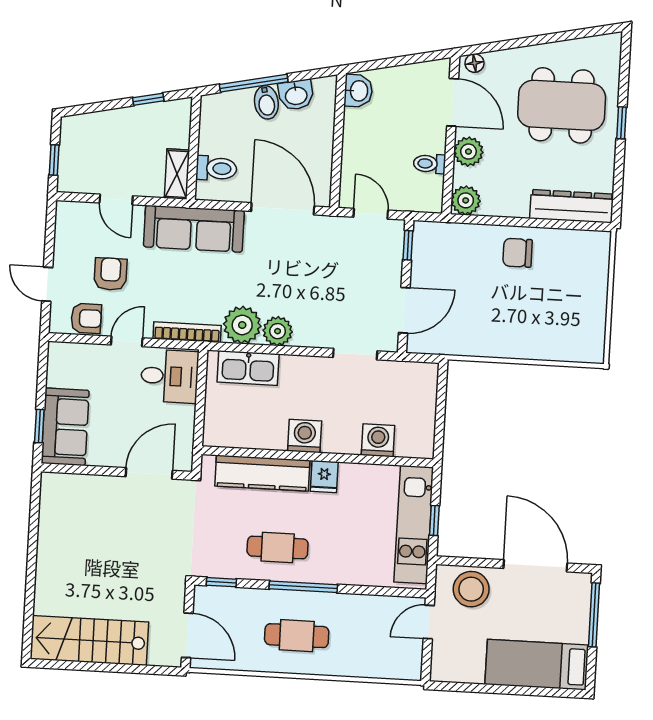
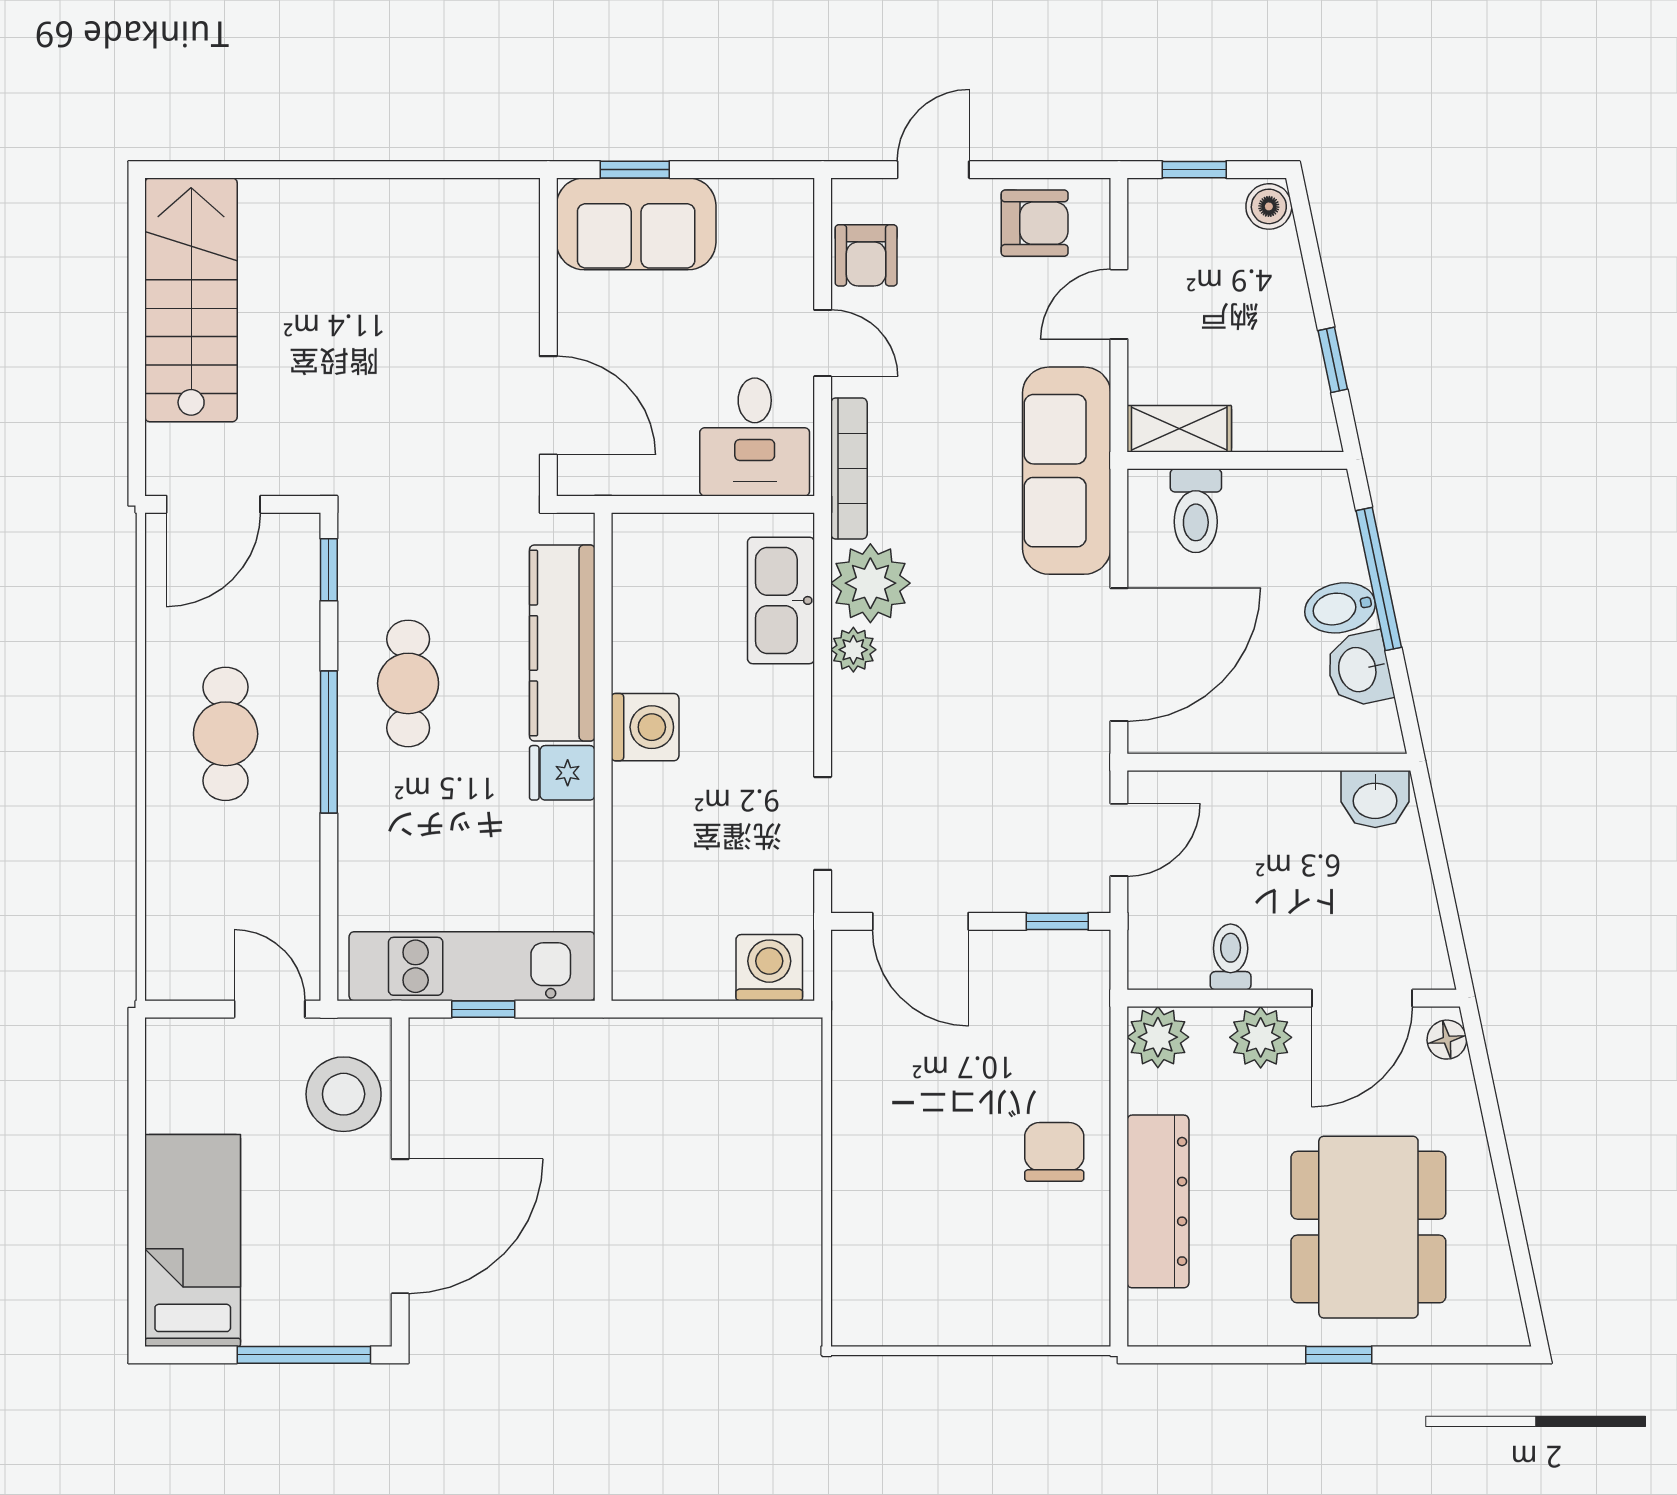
boiler: (74, 126) -> (1269, 206), added
dresser: (572, 206) -> (1158, 1201), moved
armchair: (111, 274) -> (1035, 223), moved
plant: (278, 331) -> (853, 650), width x0.73, depth x0.73
washing machine: (378, 440) -> (769, 968), moved, turned -90

